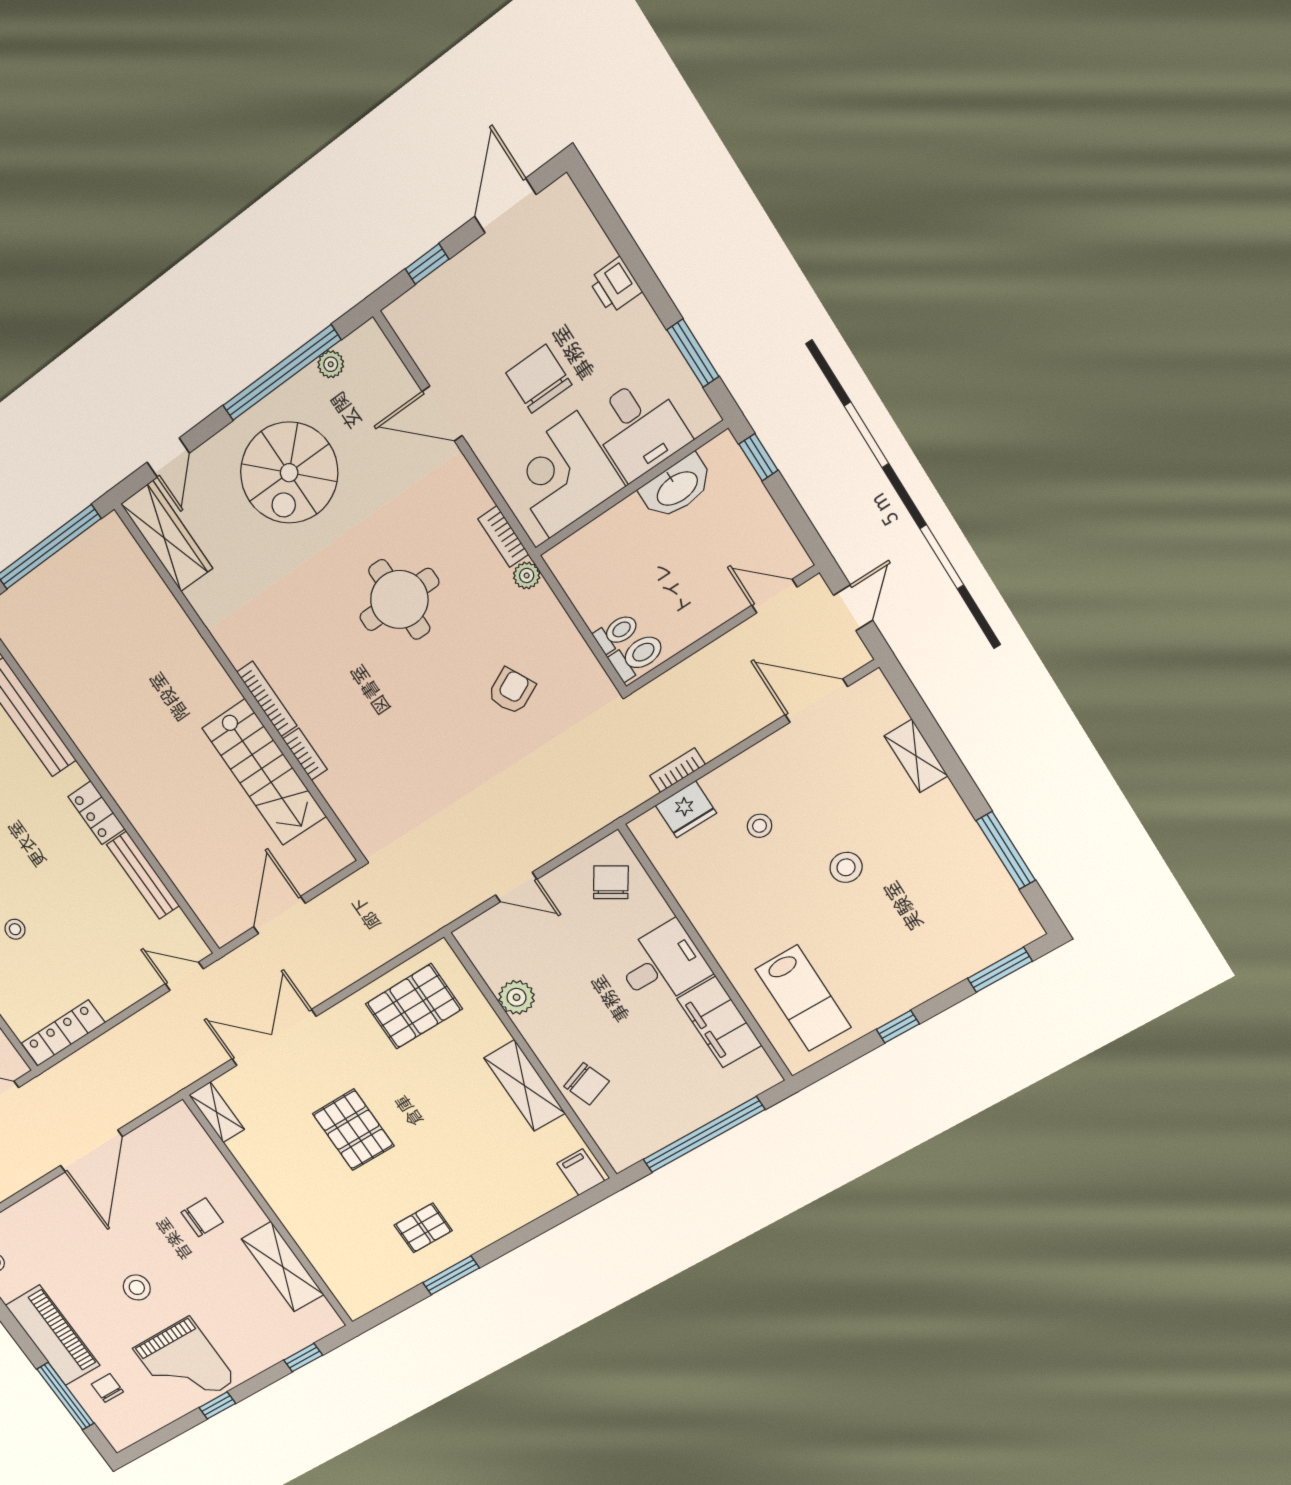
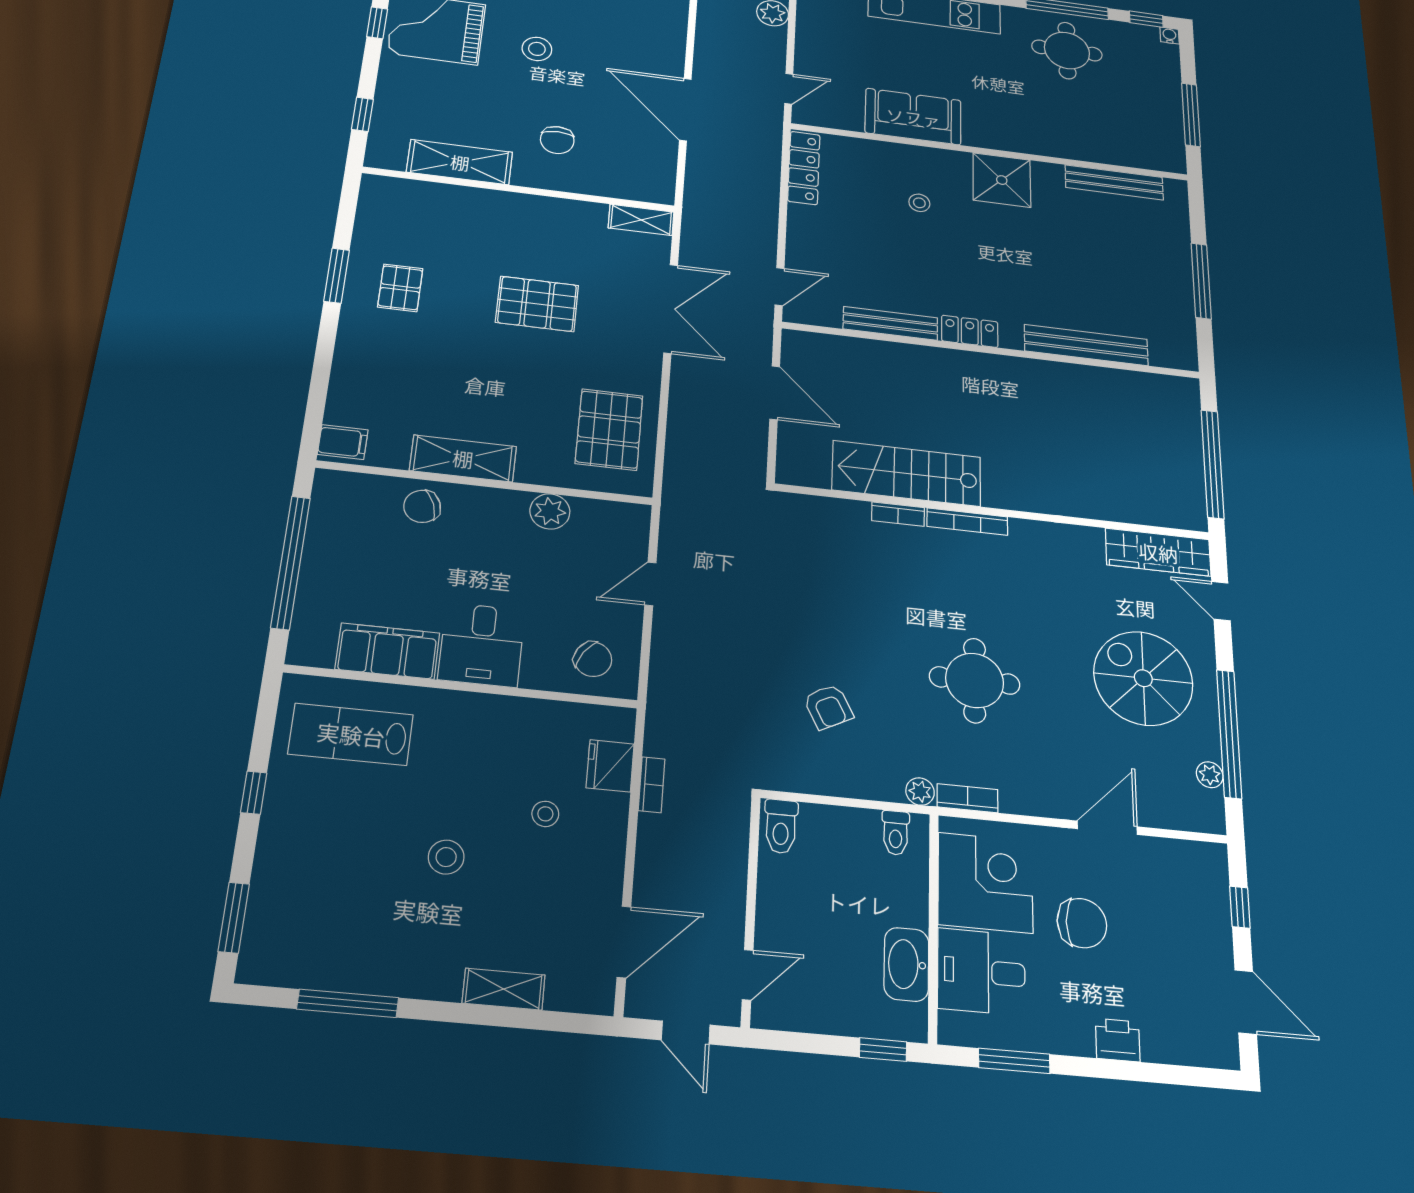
toilet: (617, 633) -> (896, 833), moved

